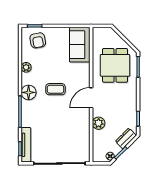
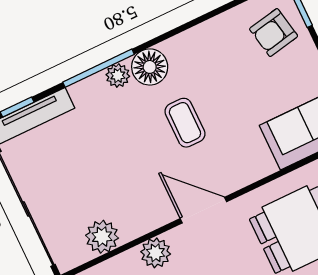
plant: (26, 67) -> (118, 76), moved
plant: (83, 140) -> (102, 237), added

